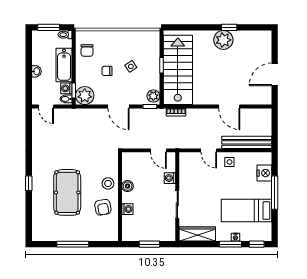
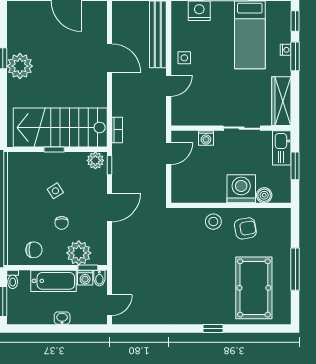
plant: (85, 96) -> (79, 253), moved
door: (229, 107) -> (110, 58), hinge flipped
boiler: (128, 186) -> (264, 195), moved
pool table: (67, 192) -> (254, 288), moved, turned 90
washing machine: (127, 209) -> (241, 189), width x1.89, depth x1.89
kitchen sink: (163, 234) -> (282, 148), added

